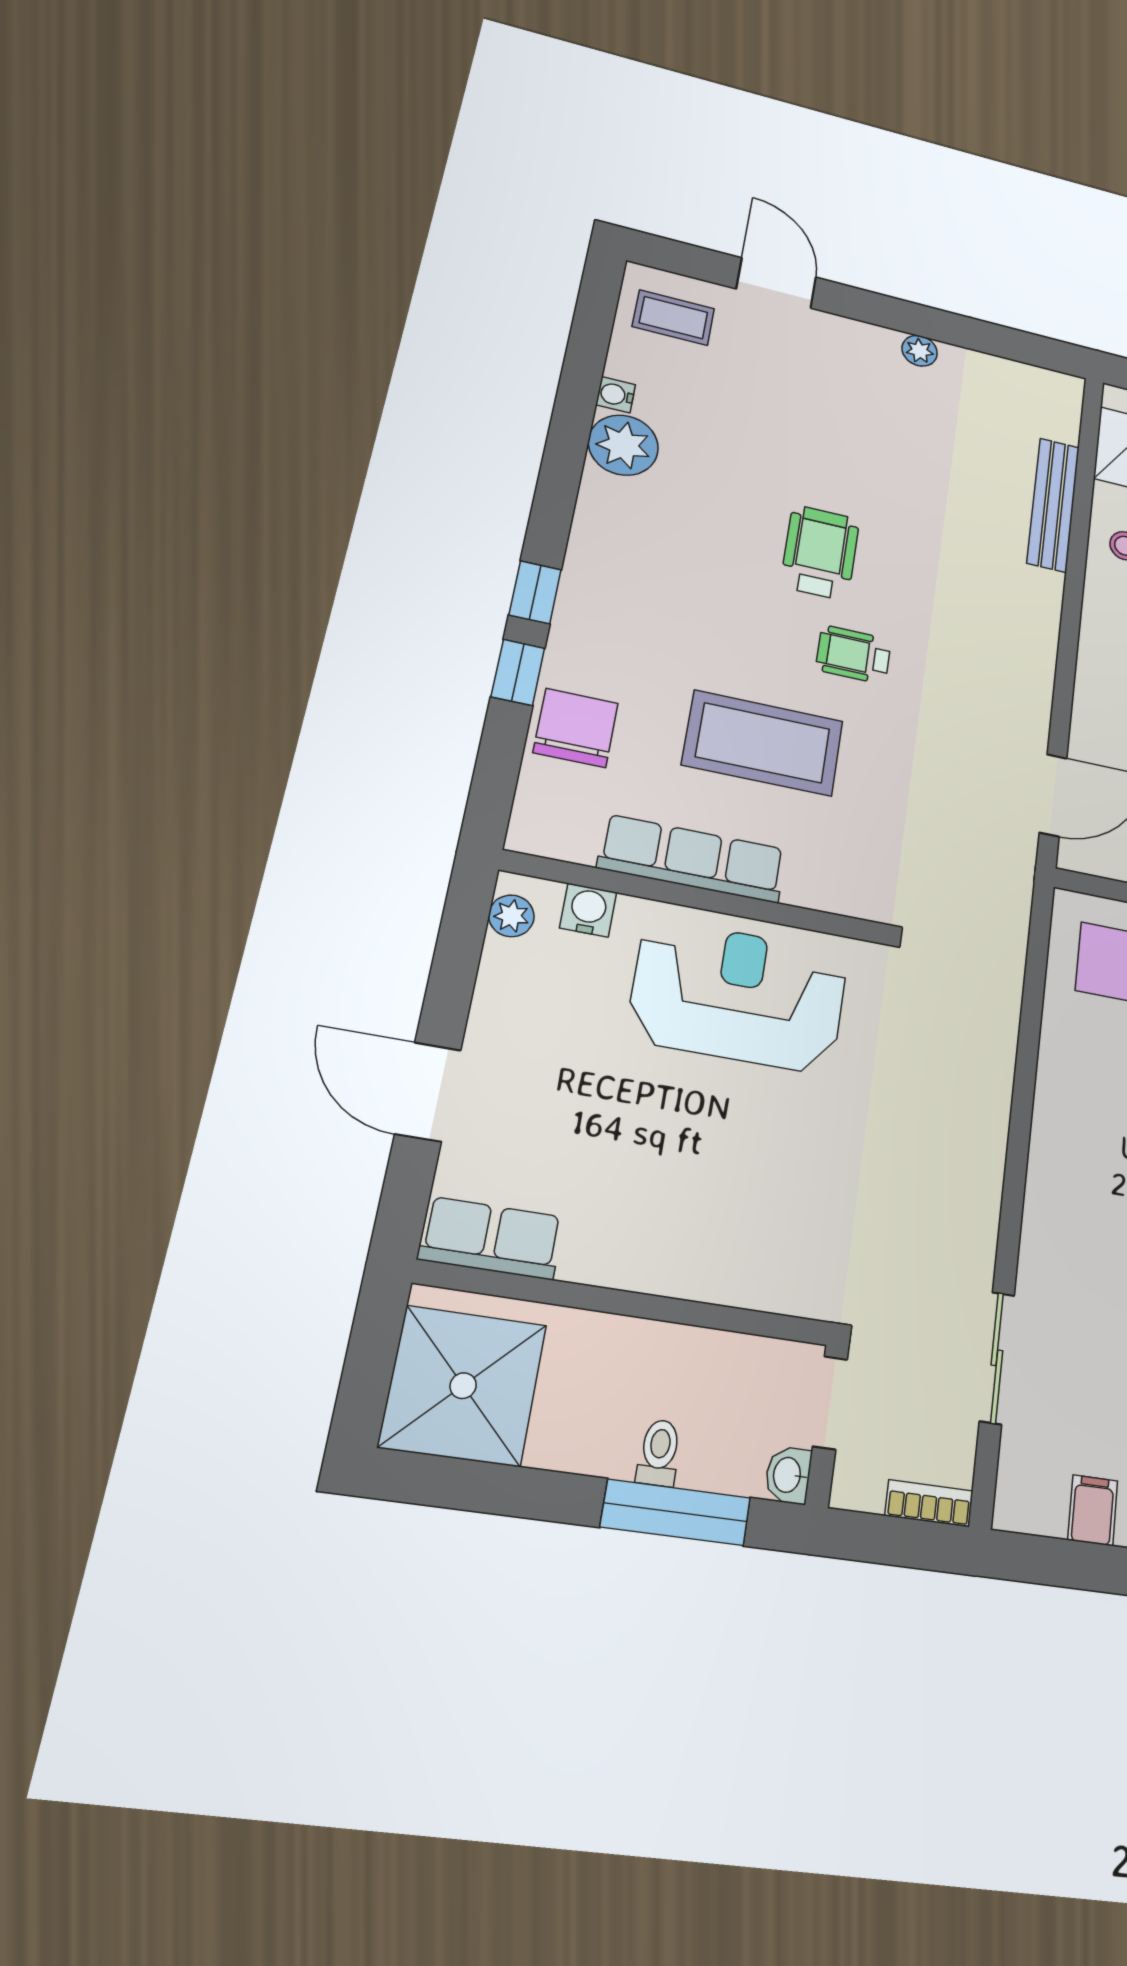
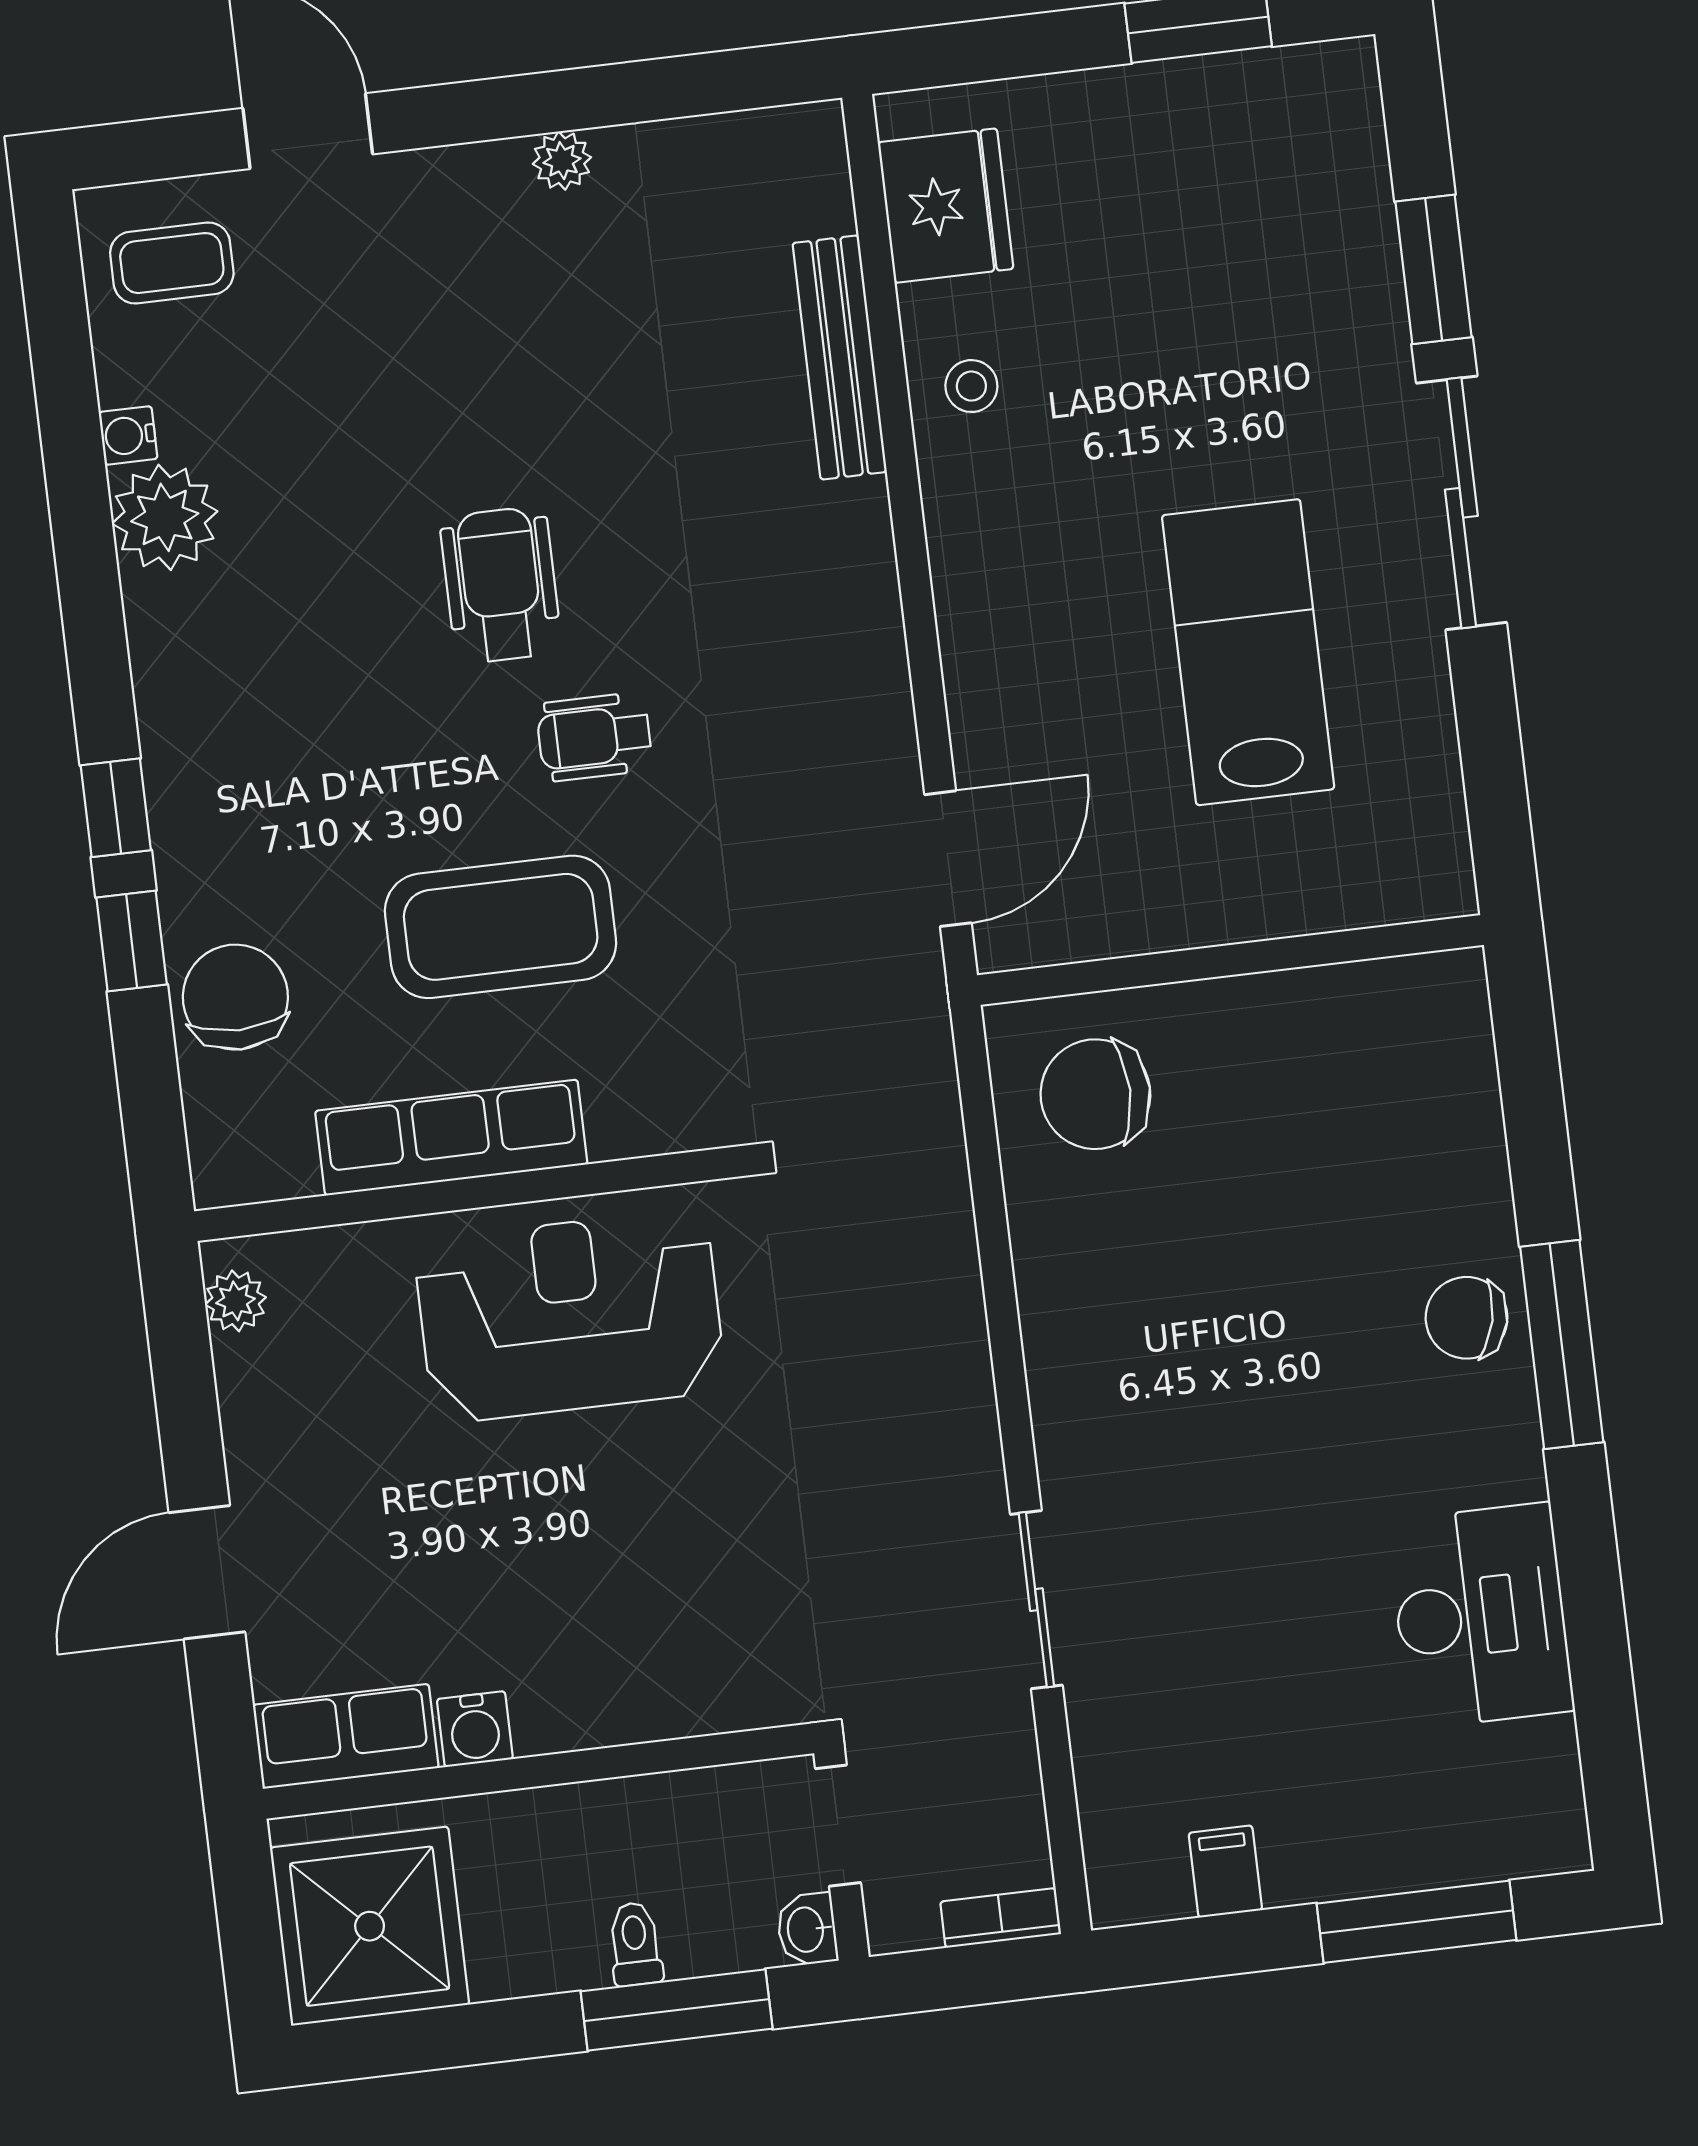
water cooler: (588, 910) -> (475, 1729), moved, turned 180
door: (428, 1092) -> (207, 1572), hinge flipped
sliding door: (997, 1358) -> (1036, 1600), moved

